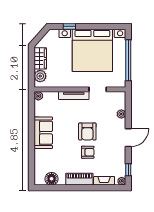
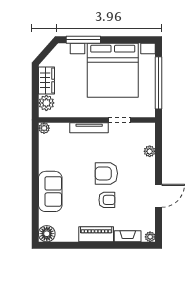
window: (69, 26) -> (83, 40), width x2.17
armchair: (87, 131) -> (106, 173), turned 90
sofa: (43, 133) -> (50, 191), moved
door: (128, 138) -> (159, 196), moved
window: (128, 170) -> (159, 222), removed
floor lamp: (52, 179) -> (47, 234), moved

